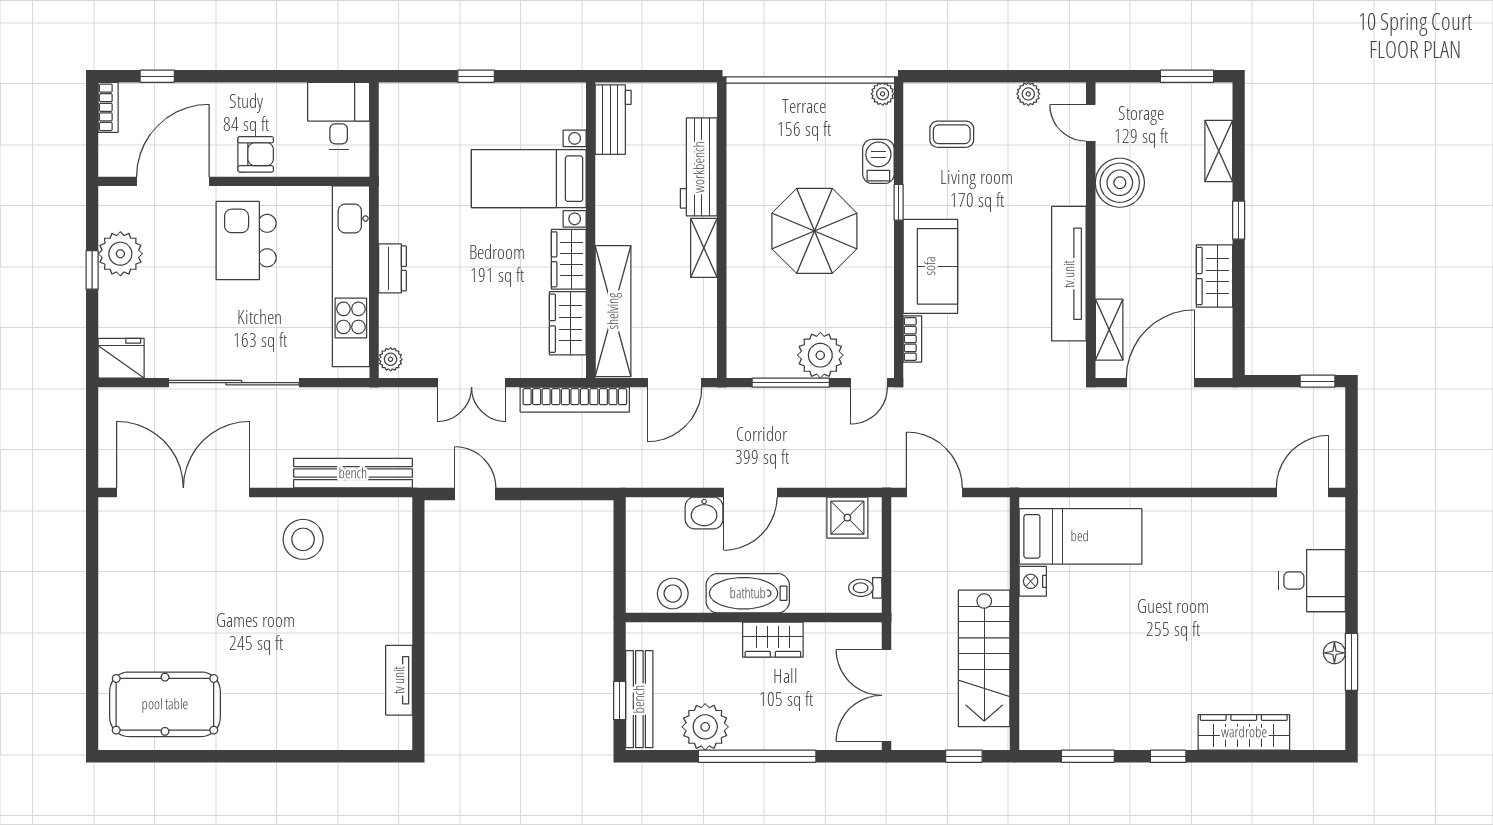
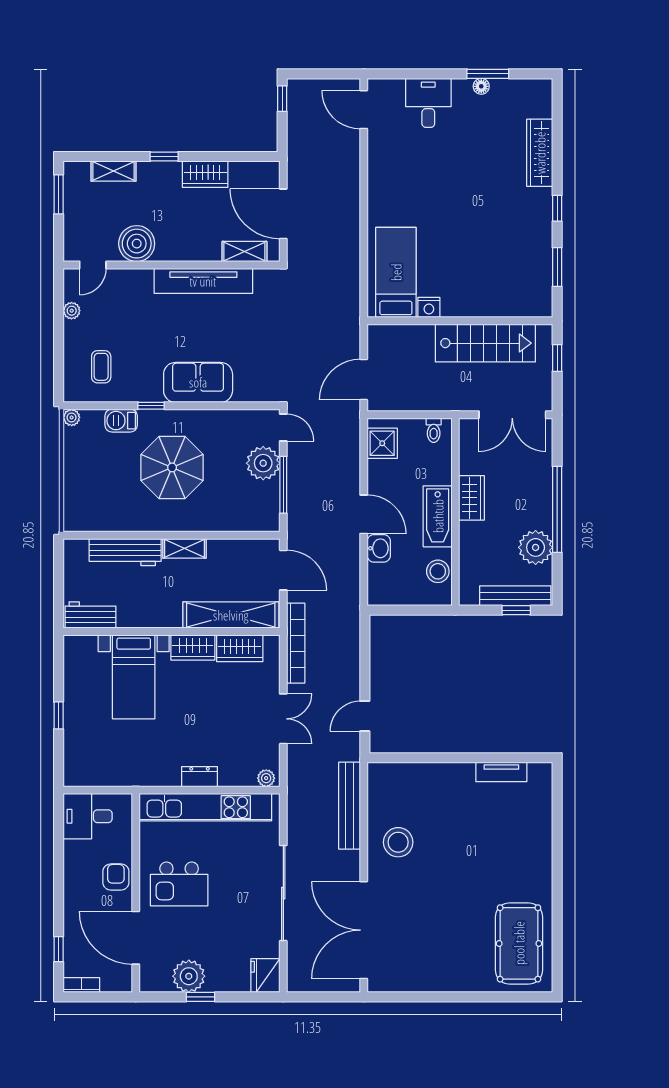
bookcase: (912, 339) -> (251, 396), removed

